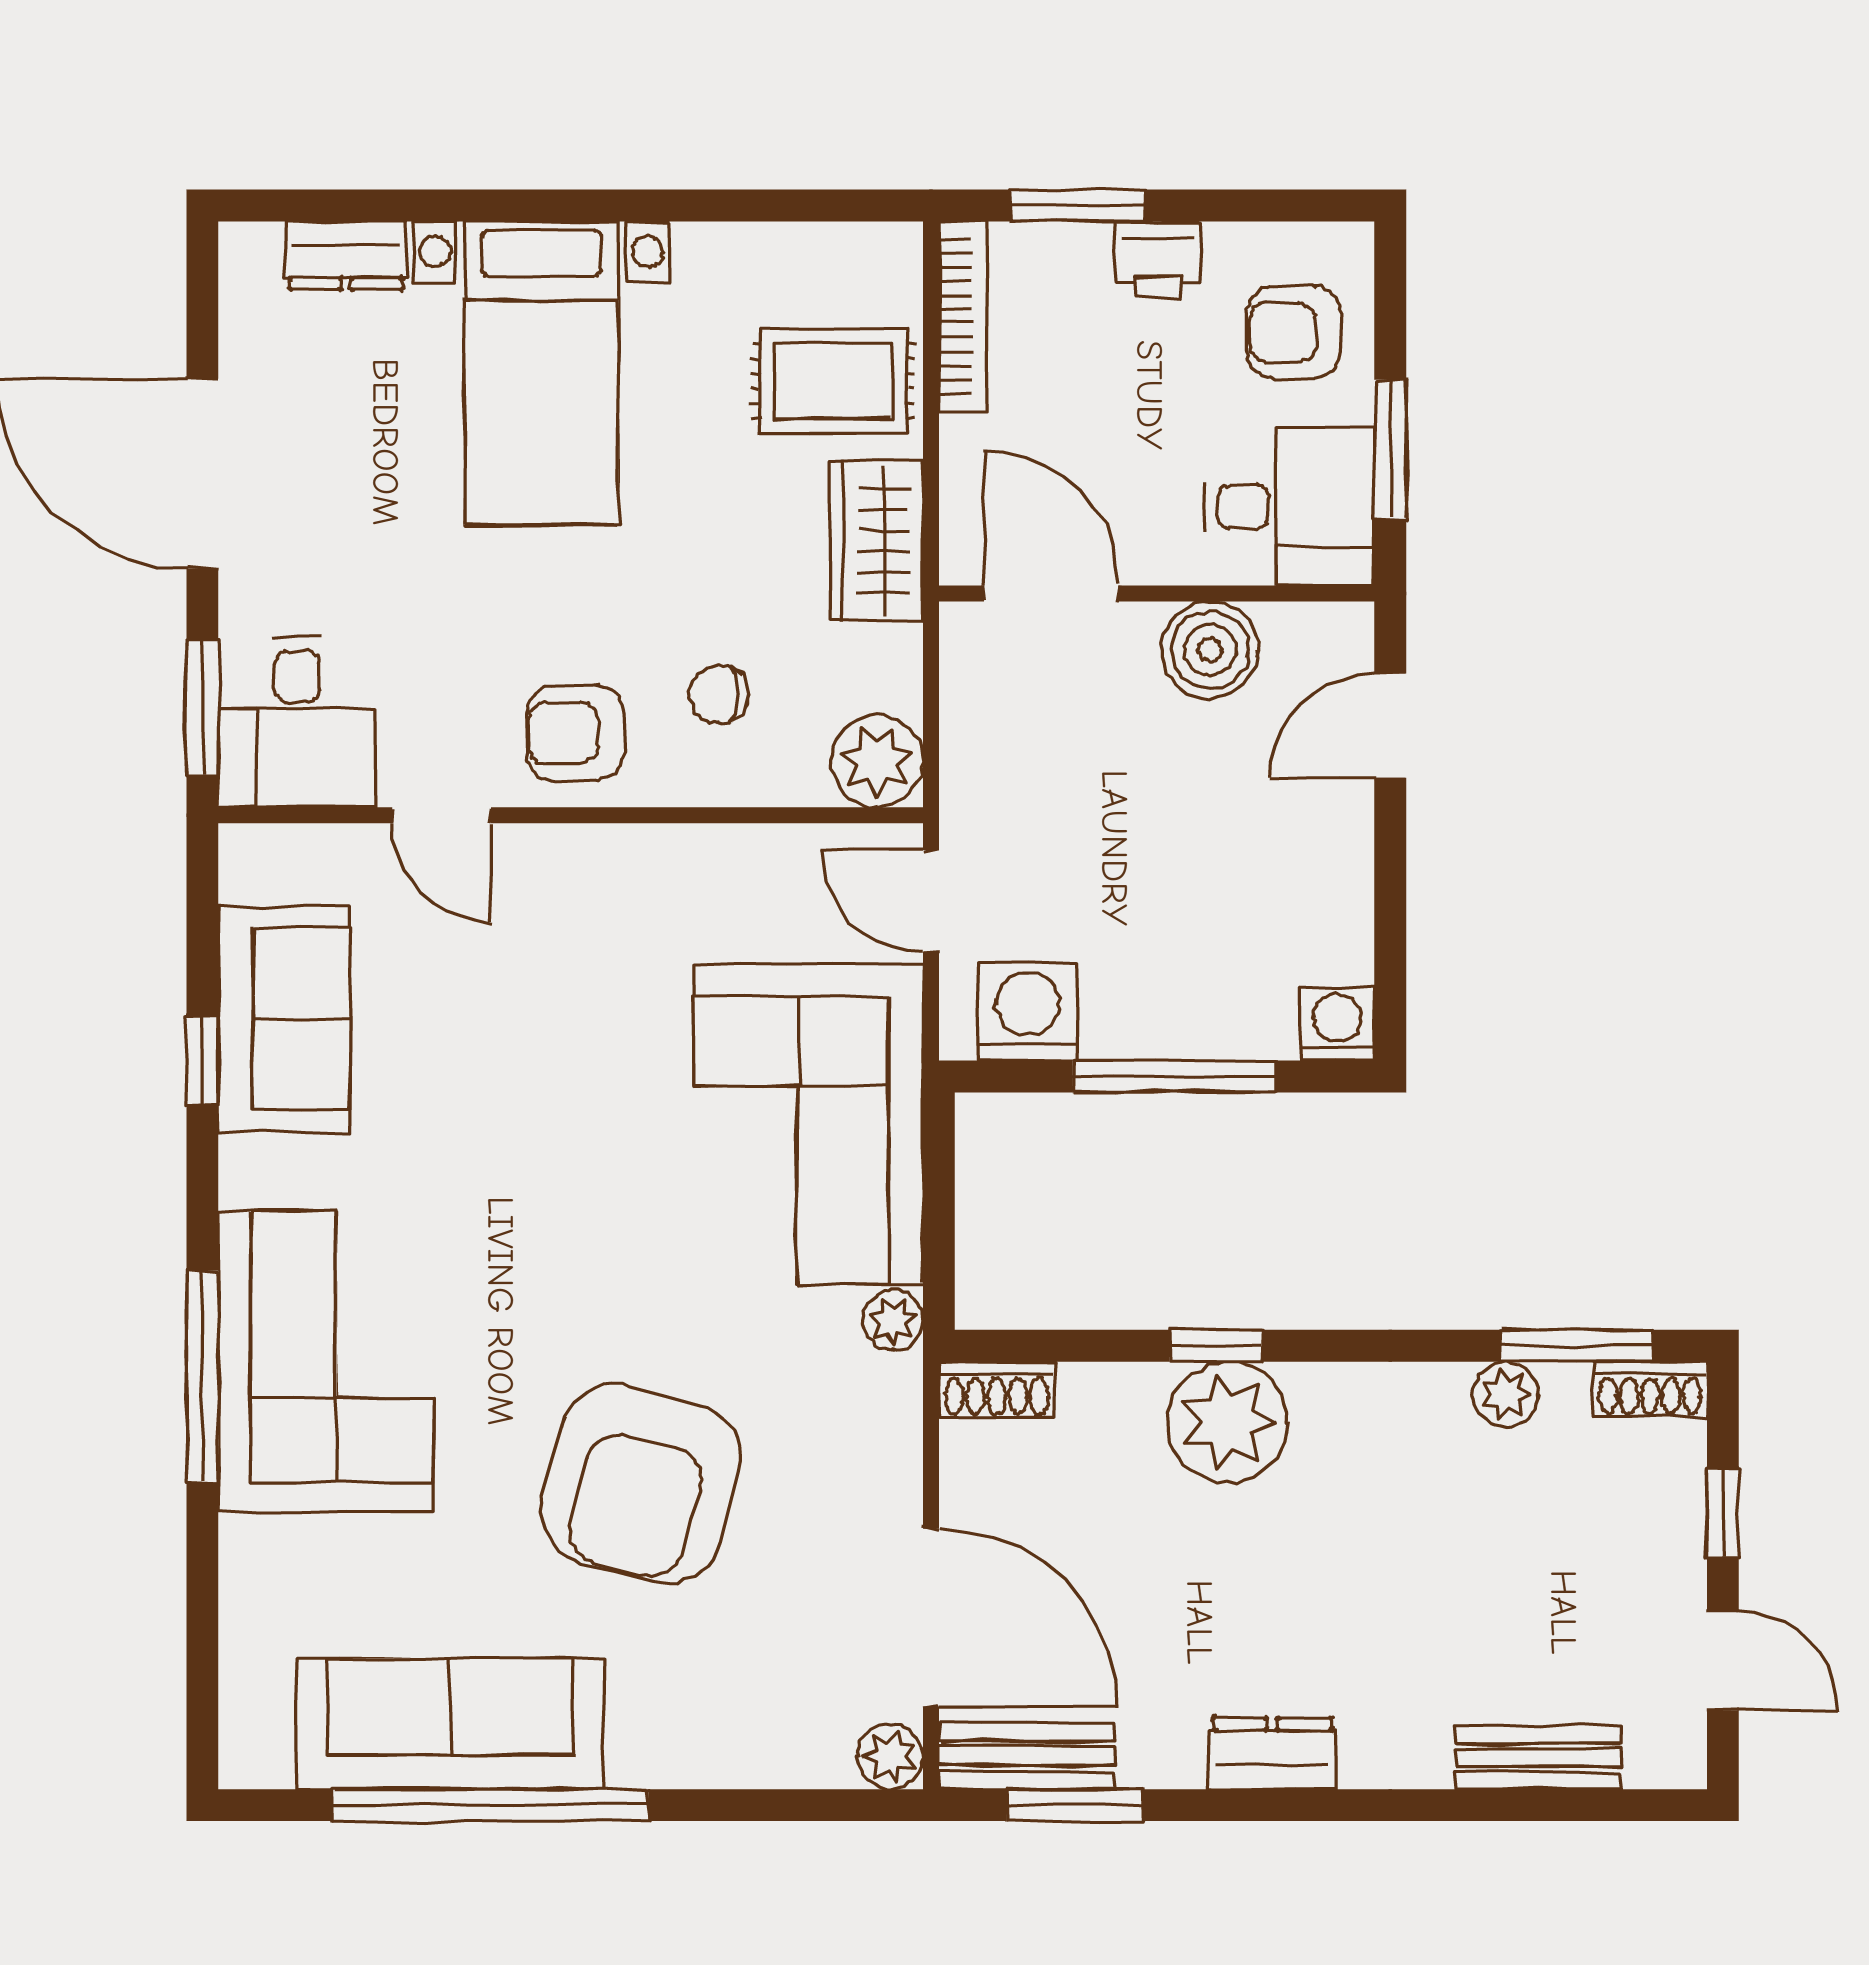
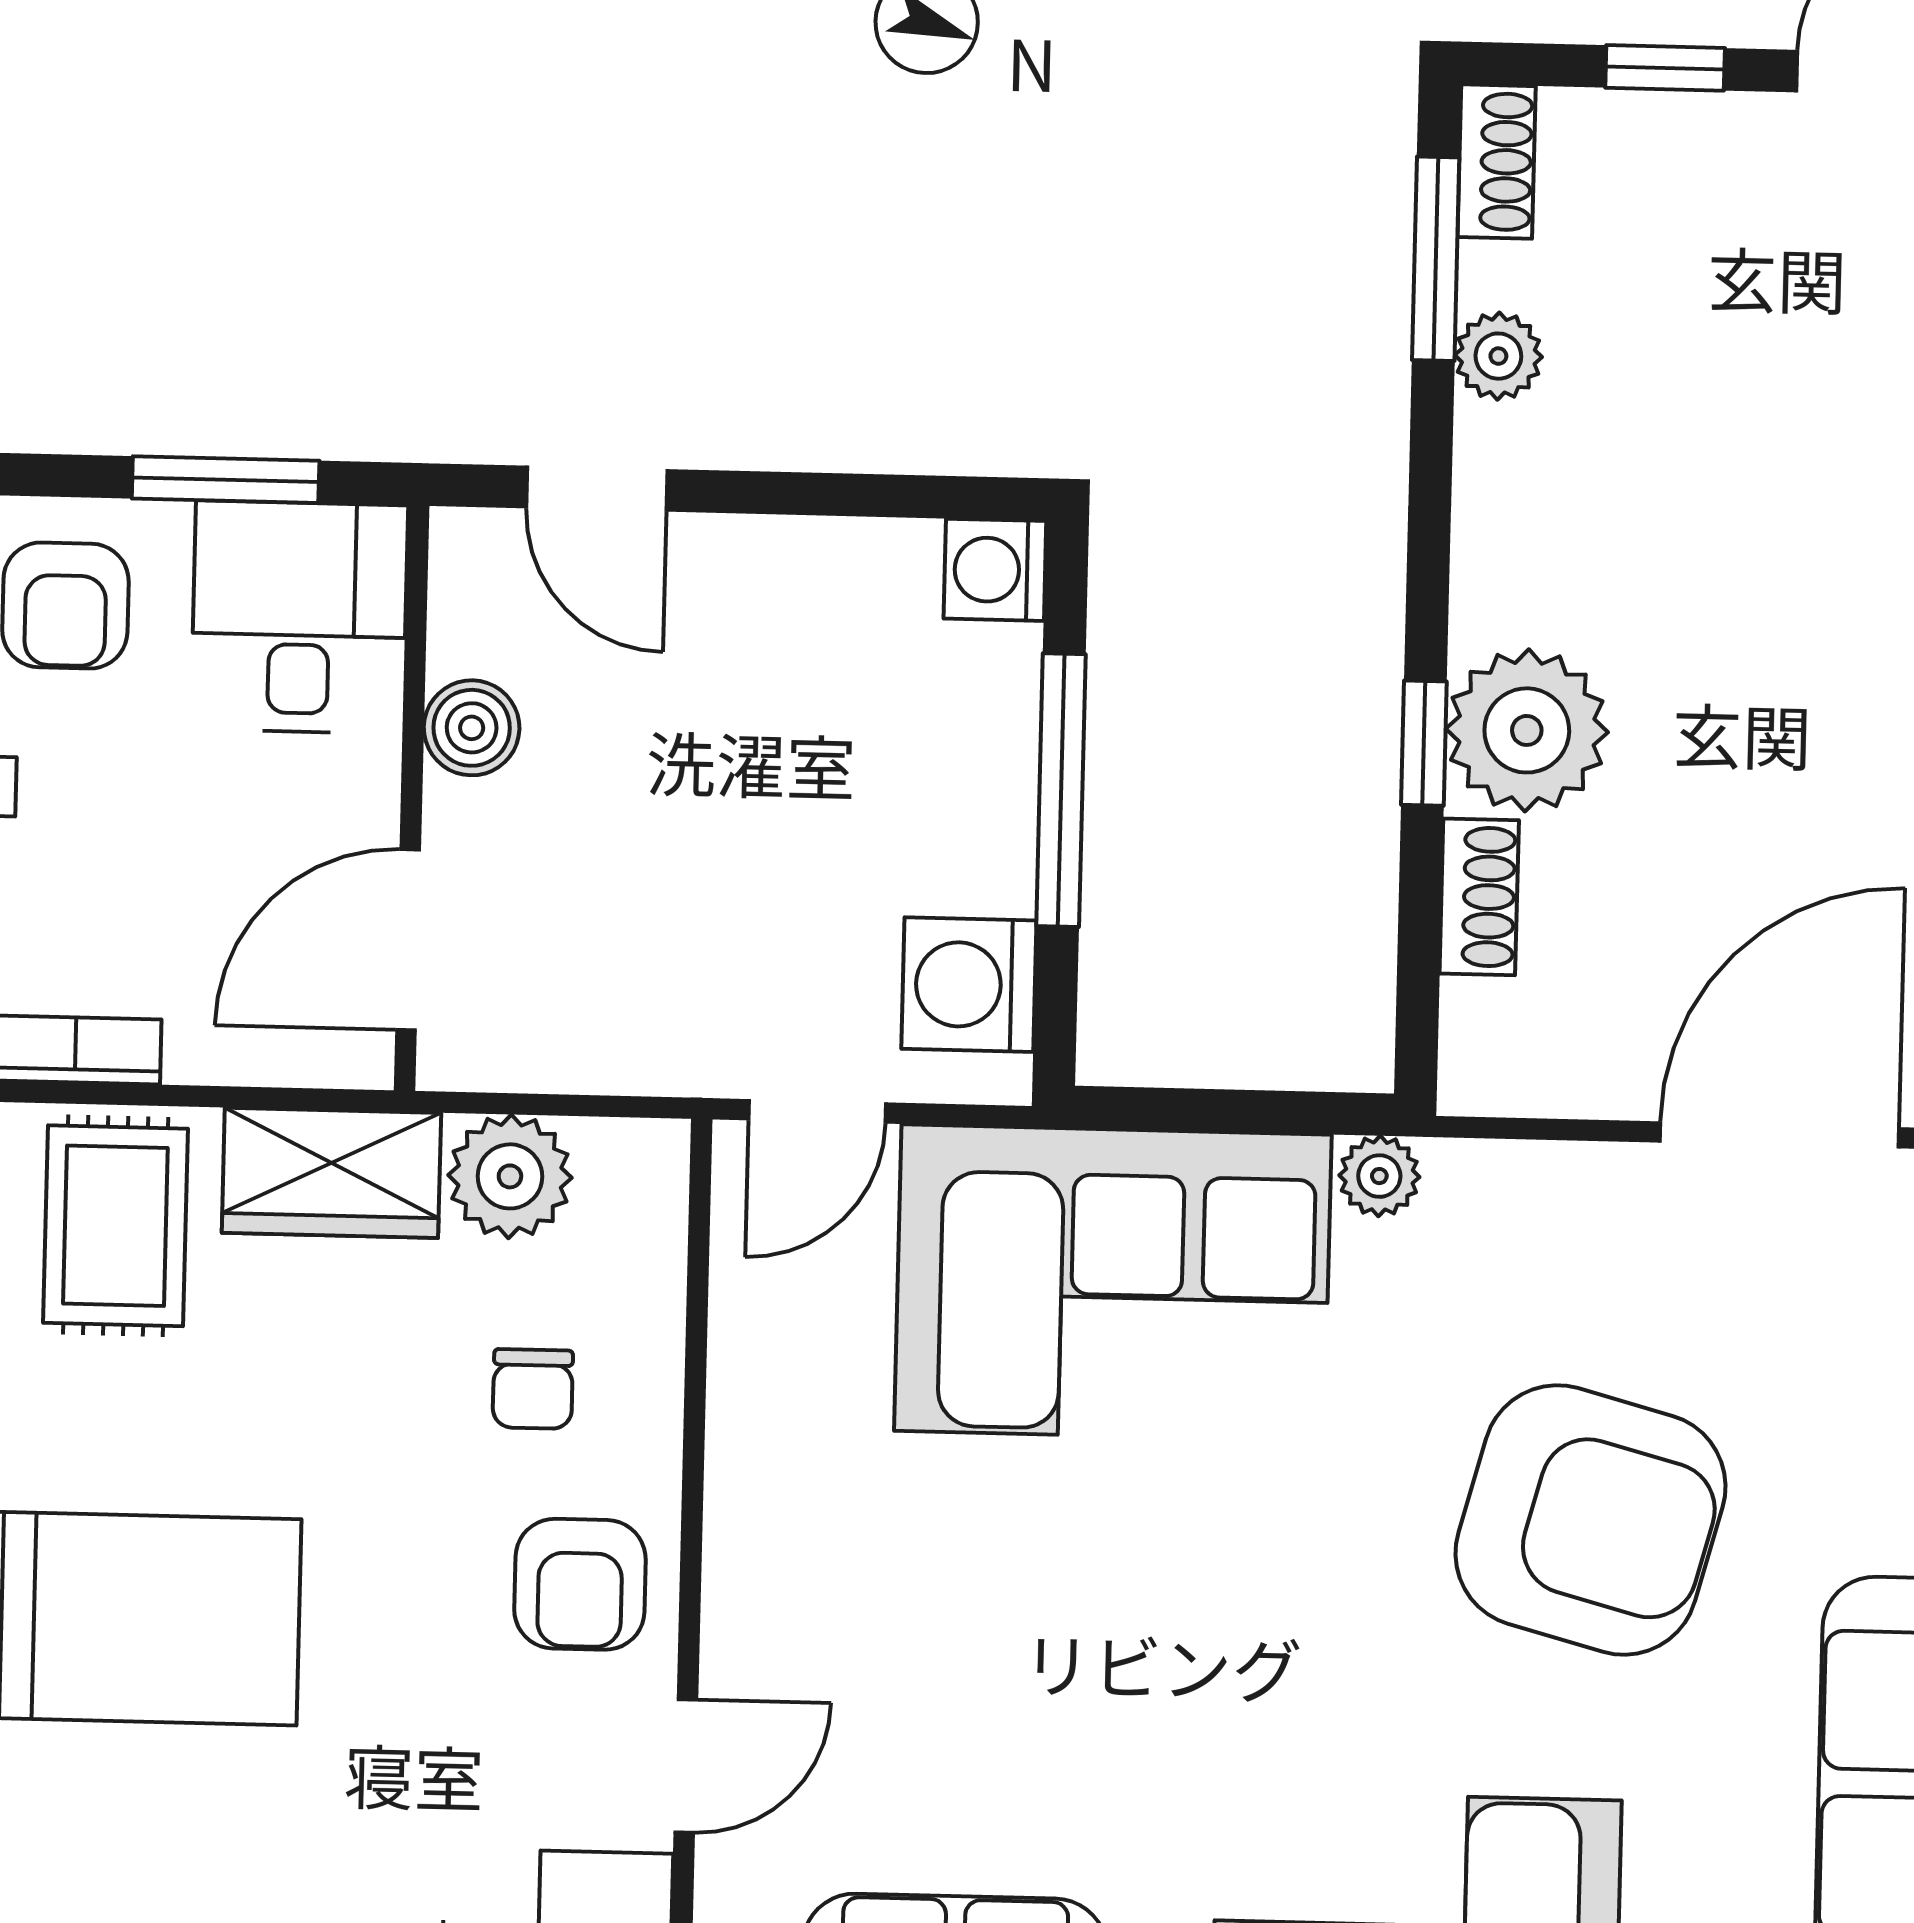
boiler: (1210, 650) -> (472, 728), width x0.73, depth x0.73
plant: (877, 761) -> (510, 1176), moved
shoe rack: (997, 1390) -> (1479, 897), moved

